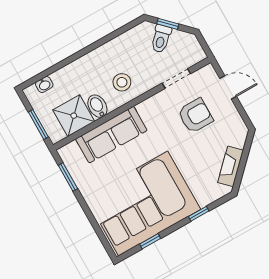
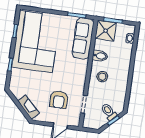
shower: (74, 116) -> (106, 31), moved
sofa: (111, 135) -> (83, 38), moved
fireplace: (231, 166) -> (28, 107), moved

